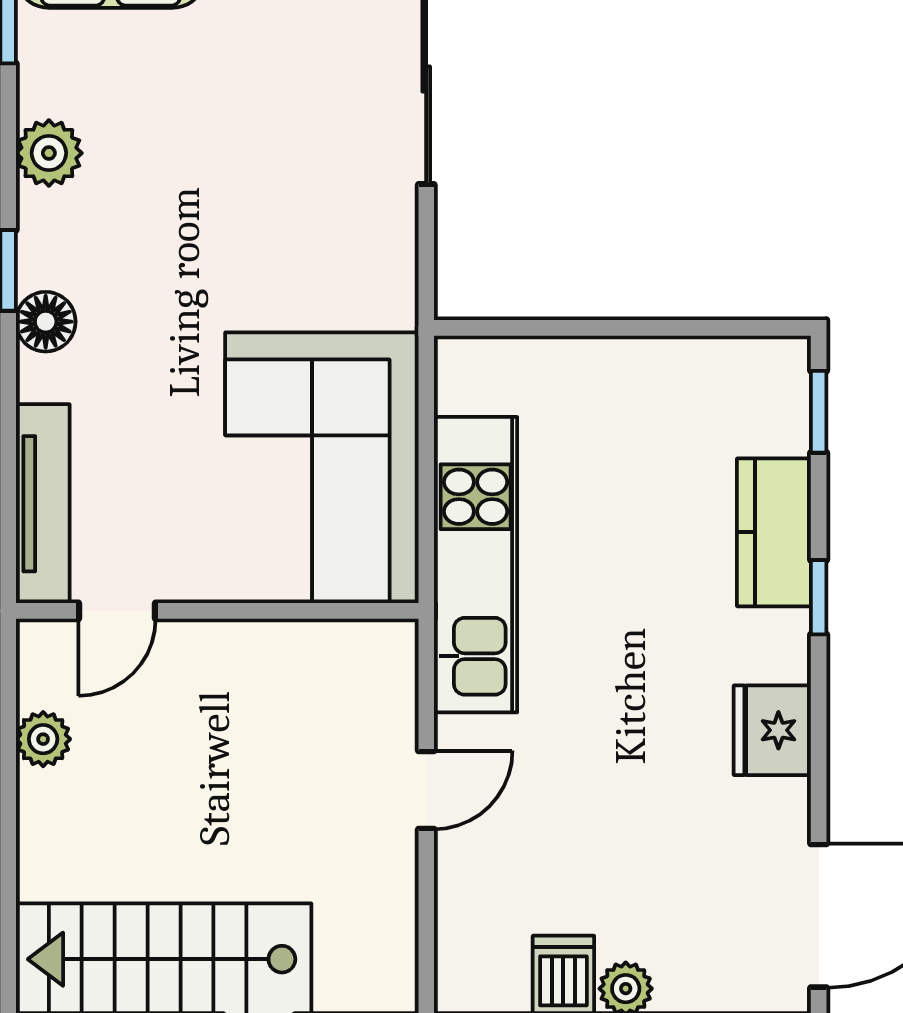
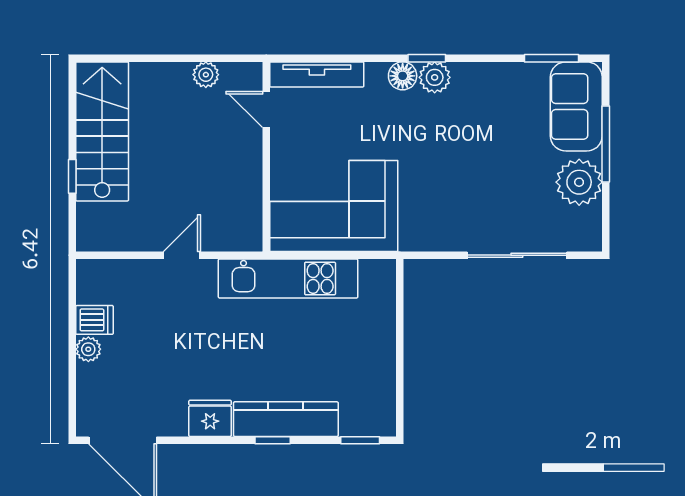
plant: (49, 153) -> (435, 77), moved
kitchen counter: (774, 532) -> (286, 419), width x1.50
door: (426, 790) -> (182, 255), swing flipped

